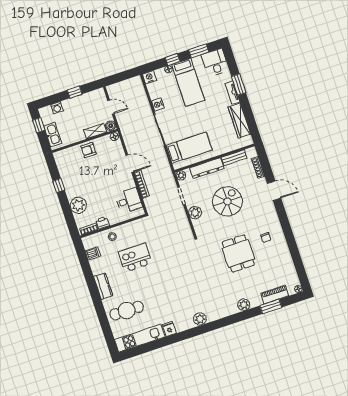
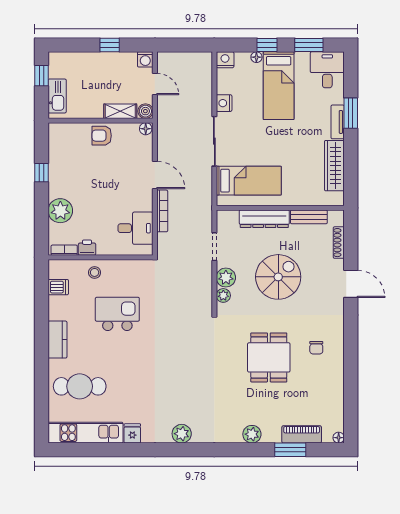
washing machine: (57, 108) -> (145, 59), moved
plant: (181, 175) -> (223, 295), moved

